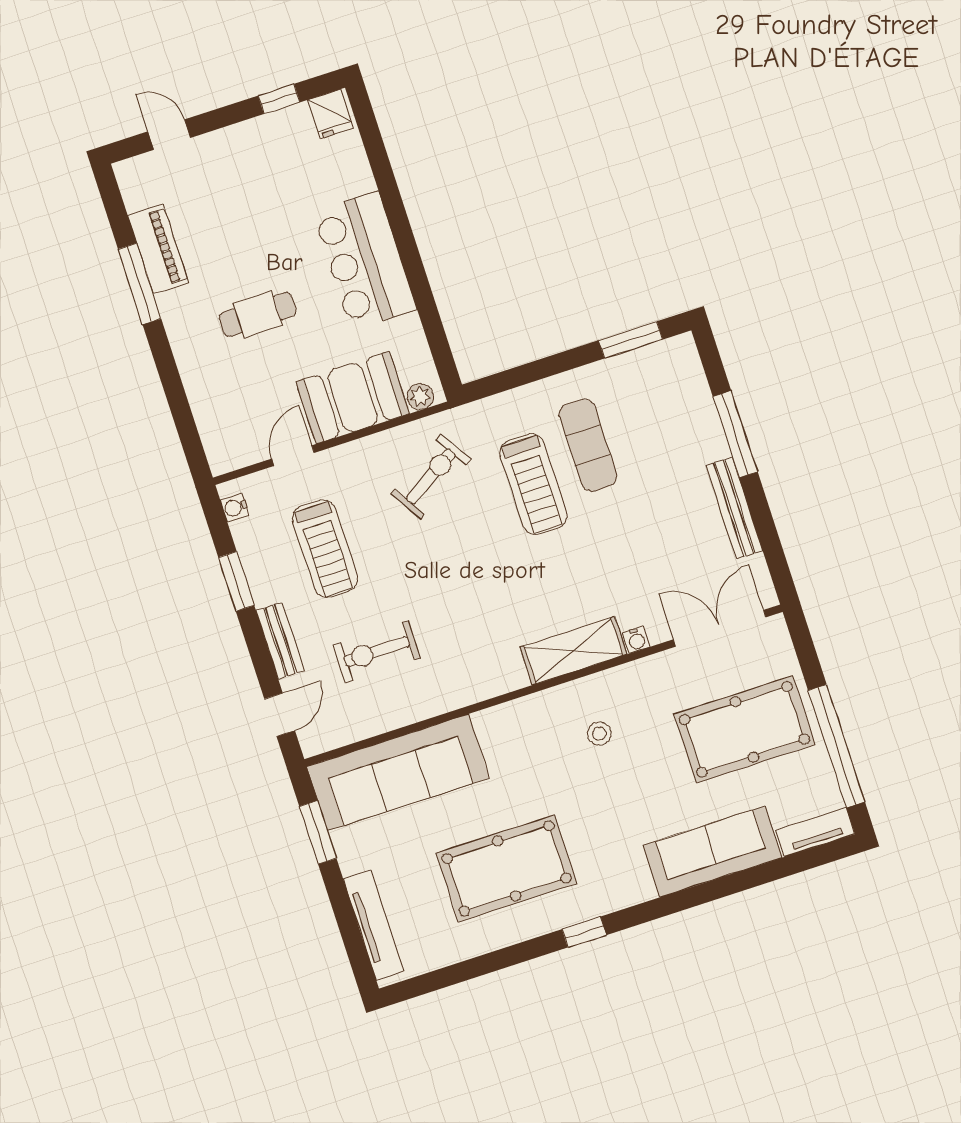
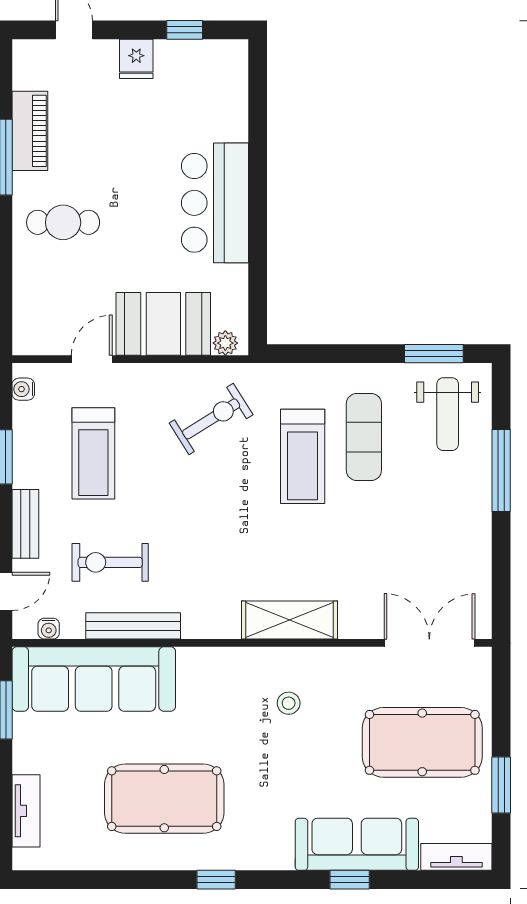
fridge: (331, 114) -> (136, 59), moved
cafe table: (258, 314) -> (63, 222), moved
weight bench: (664, 395) -> (448, 414), added
bench: (734, 508) -> (133, 626), moved, turned 90
water cooler: (636, 640) -> (49, 629), moved
window: (837, 746) -> (501, 785), width x0.47
window: (717, 889) -> (350, 880), added
tv unit: (373, 925) -> (26, 811), width x0.71

